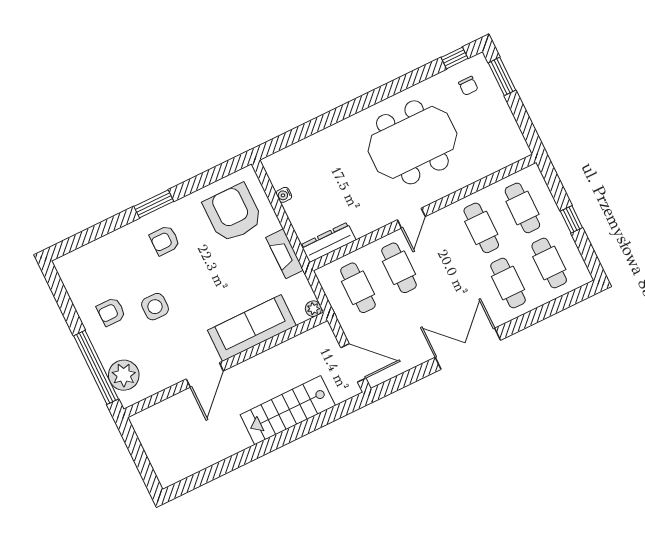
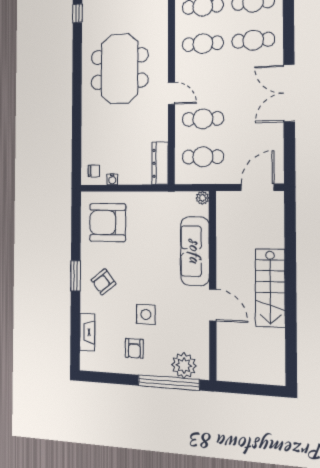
chair: (468, 86) -> (94, 171), moved
armchair: (165, 240) -> (103, 282), turned 52
fireplace: (285, 254) -> (87, 332), moved, turned -90
stairs: (288, 410) -> (270, 288), moved

